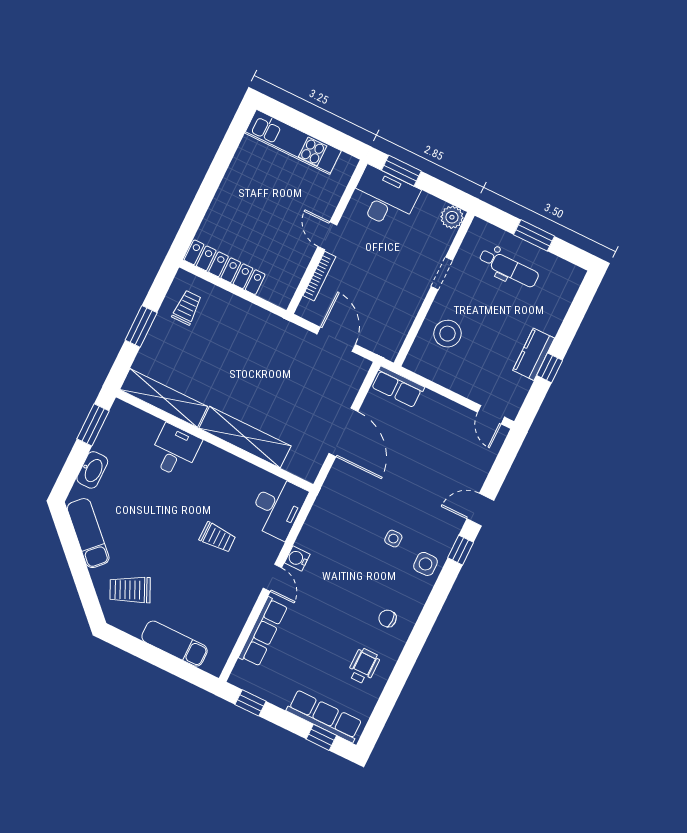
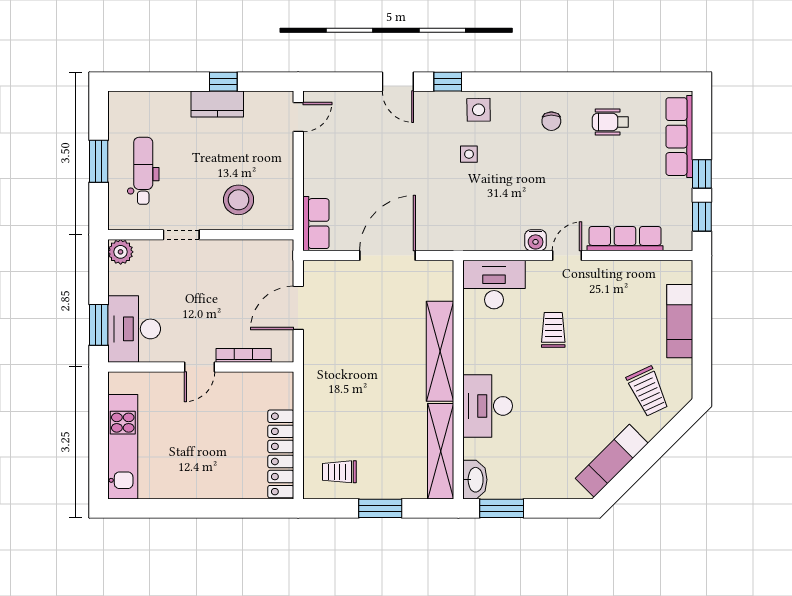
desk: (175, 451) -> (488, 406), width x1.37
washbasin: (92, 470) -> (475, 480), moved, turned 90
window: (321, 737) -> (702, 174), moved

